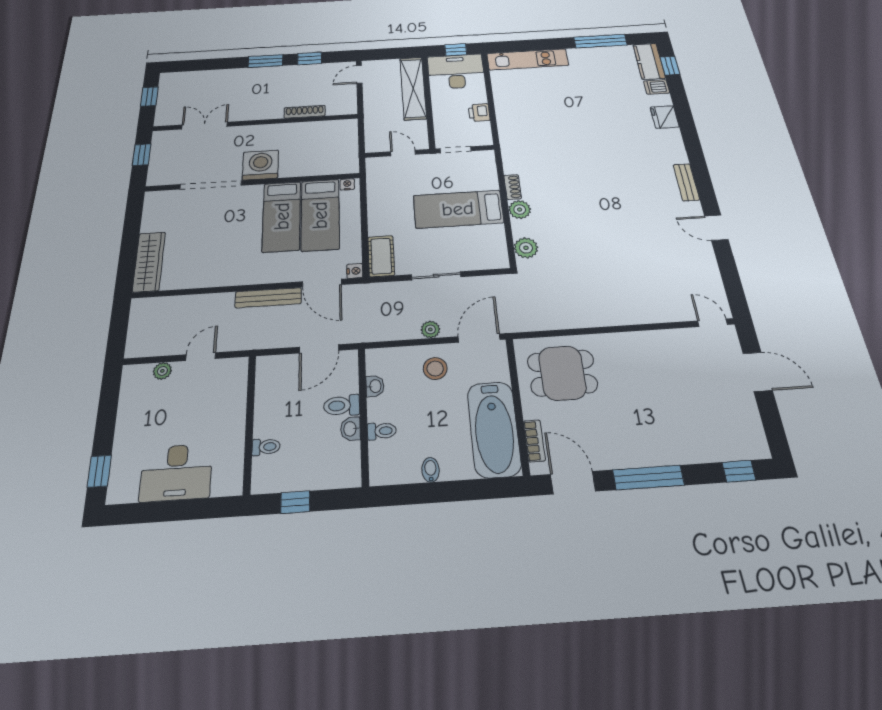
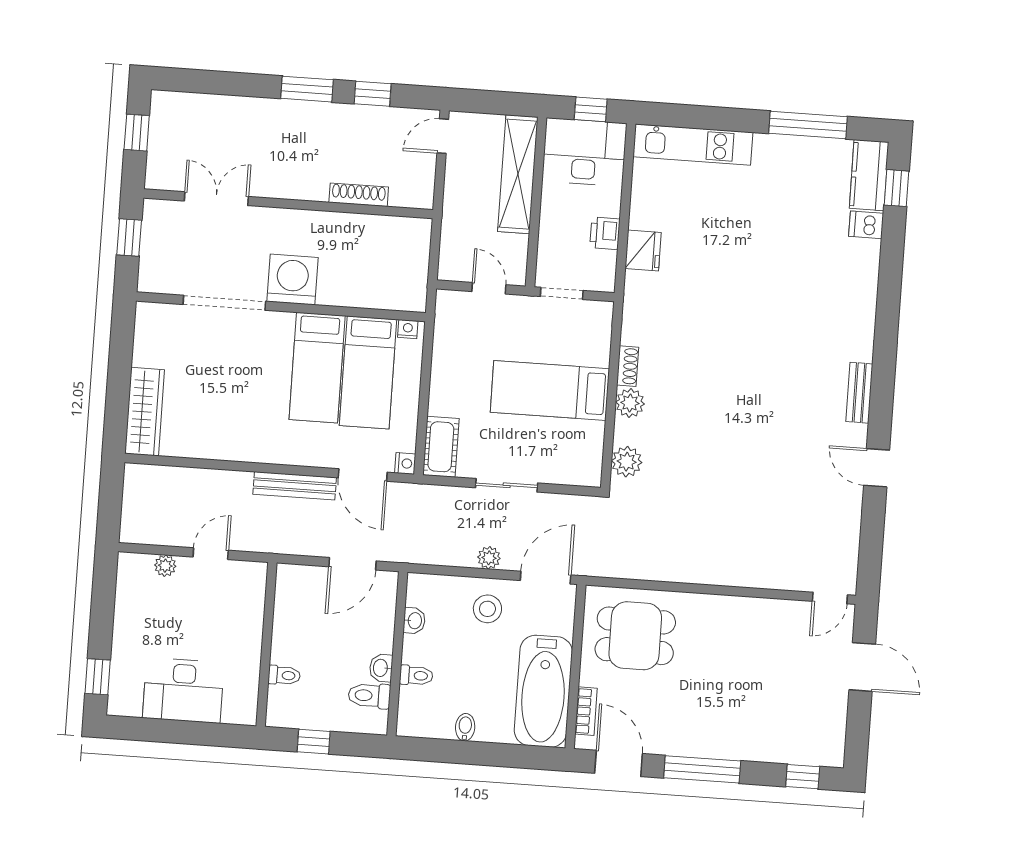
fridge: (665, 117) -> (643, 250), moved, turned 180
door: (713, 323) -> (830, 598), swing flipped
toilet: (342, 406) -> (369, 696), moved

